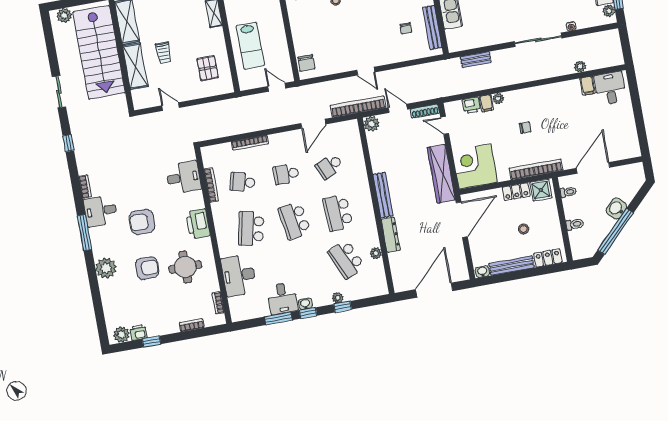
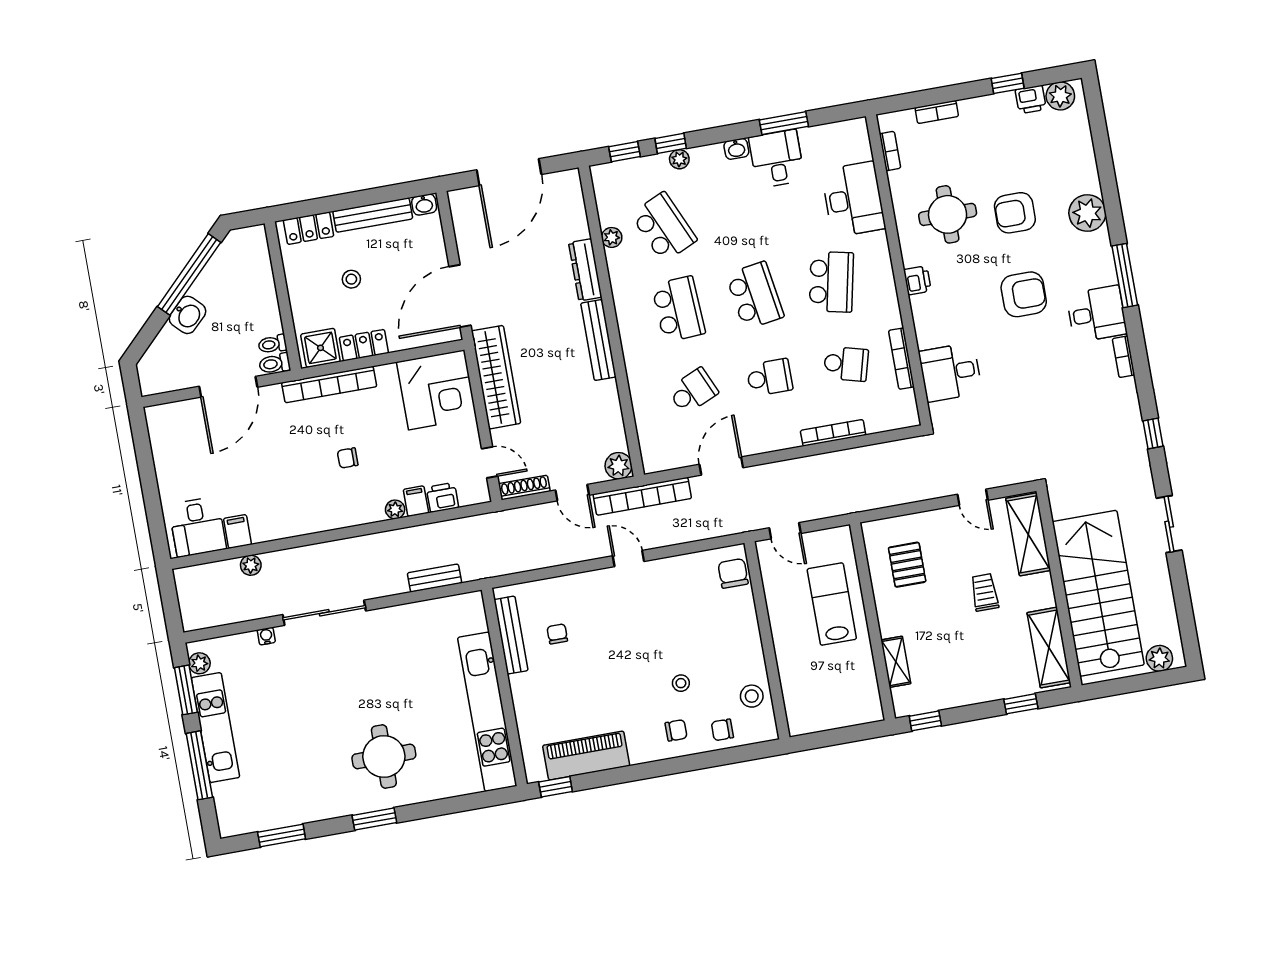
shelving: (135, 66) -> (1028, 534), moved
printer: (198, 224) -> (917, 280), width x0.53, depth x0.68
toilet: (575, 224) -> (275, 364), moved
window: (308, 313) -> (625, 152), moved

